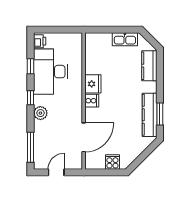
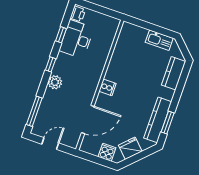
desk: (51, 72) -> (76, 39), width x0.73, depth x0.77
fridge: (93, 84) -> (130, 148), moved, turned -135

